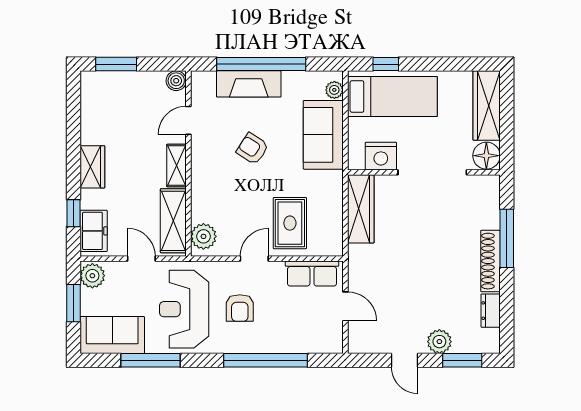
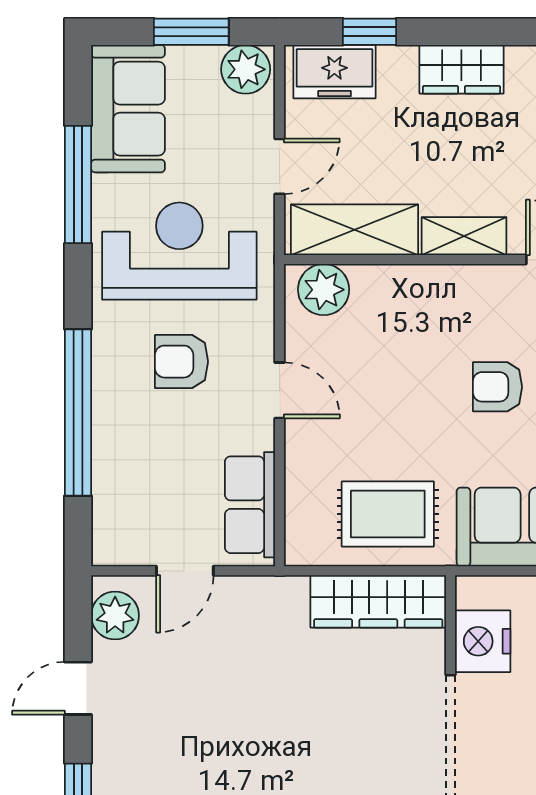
armchair: (253, 149) -> (498, 387), turned -123
rug: (290, 223) -> (388, 514), moved
plant: (439, 342) -> (115, 615), moved

